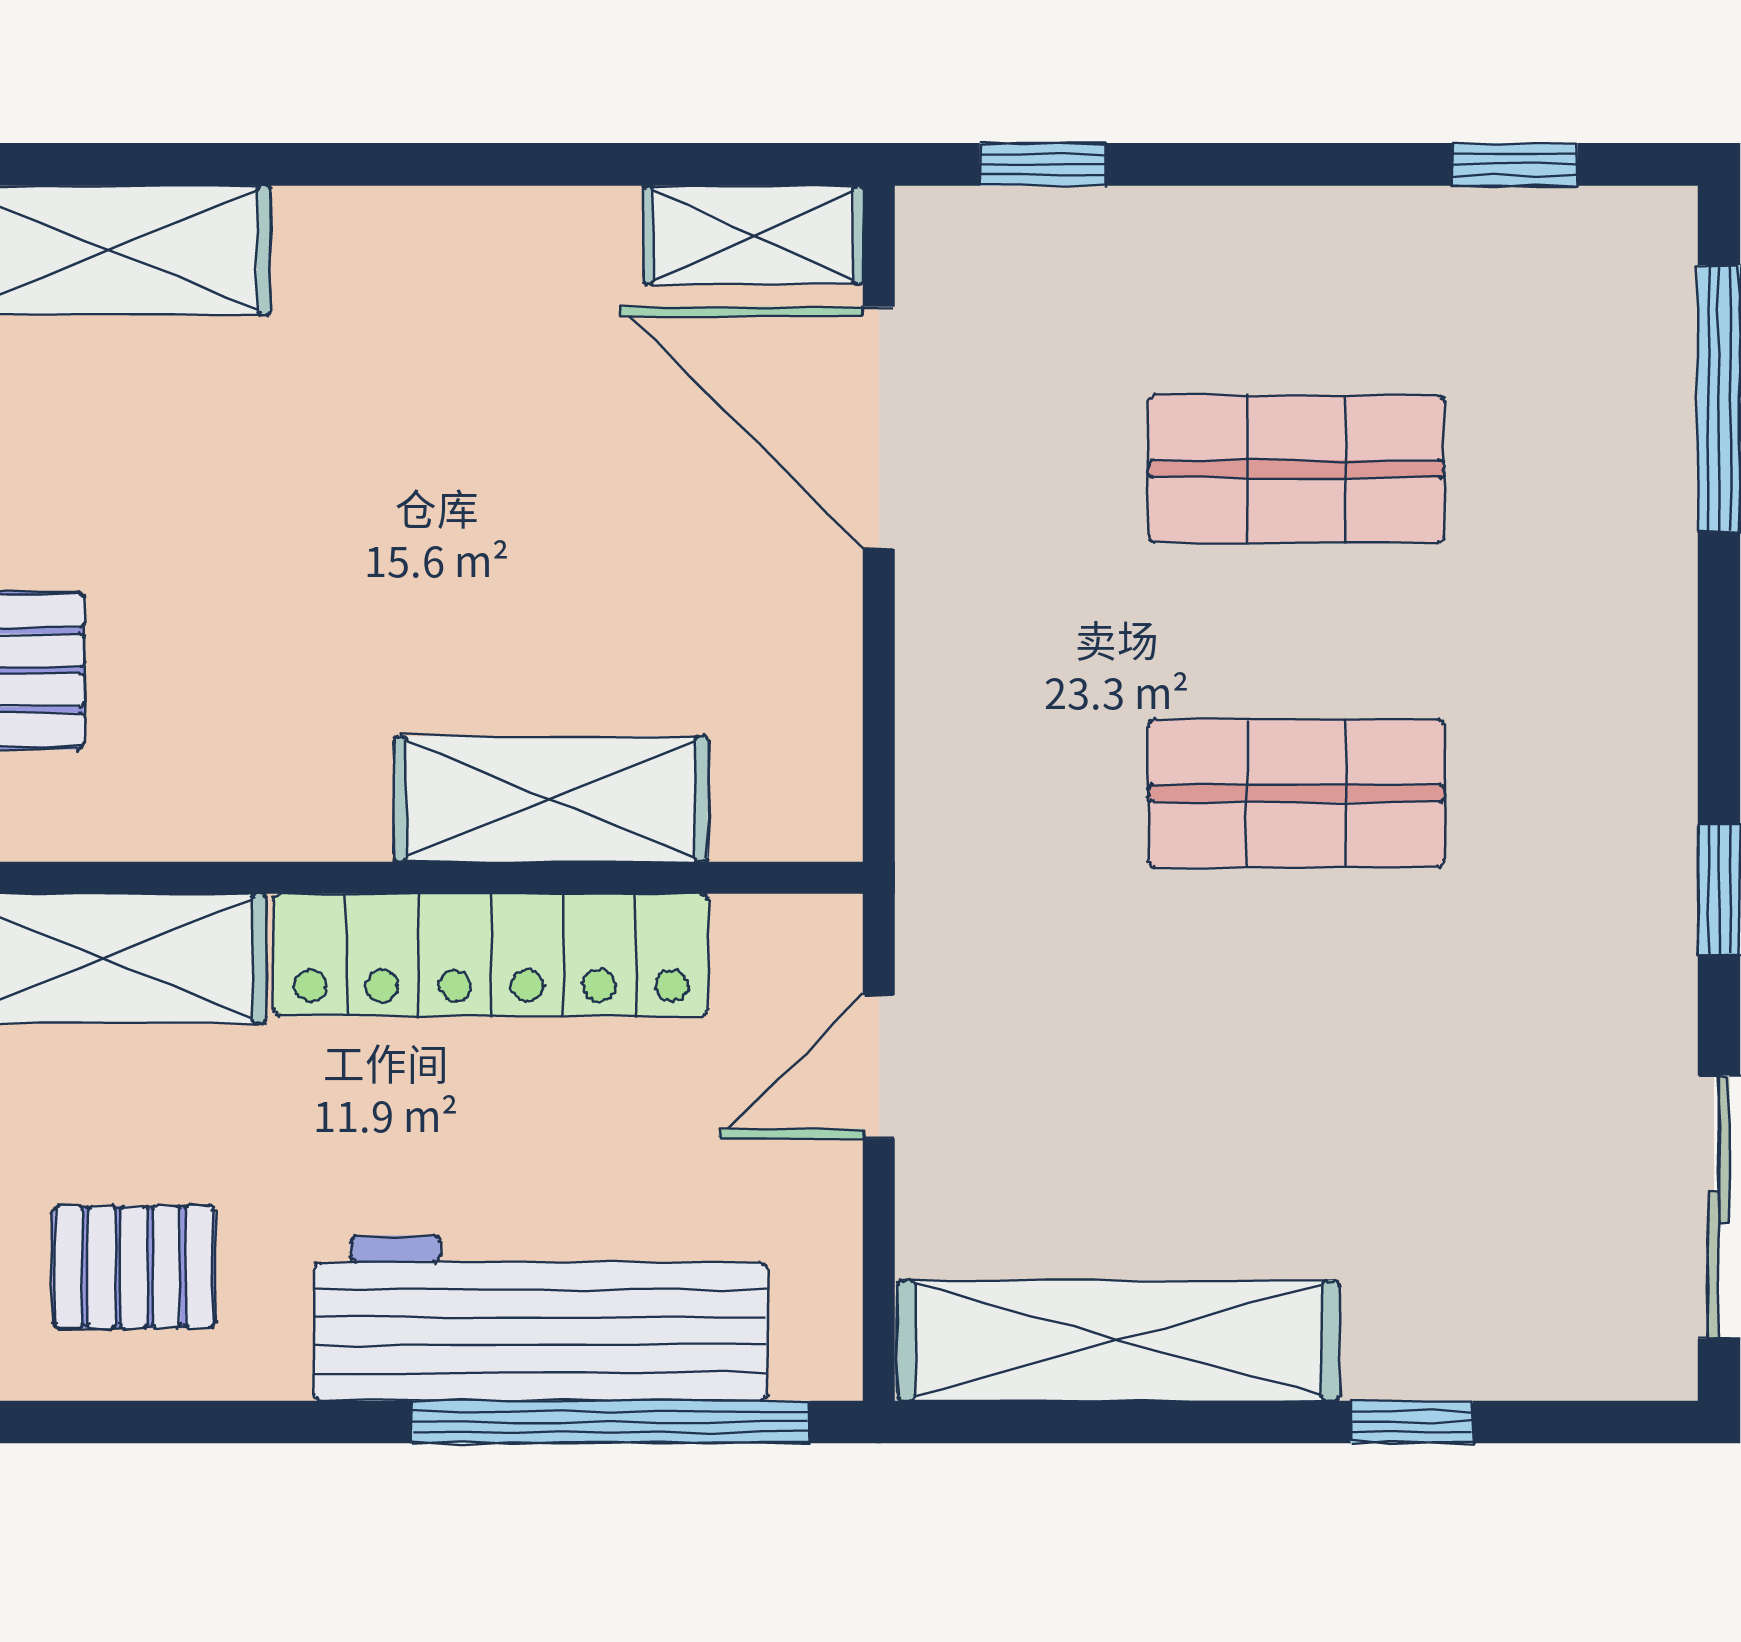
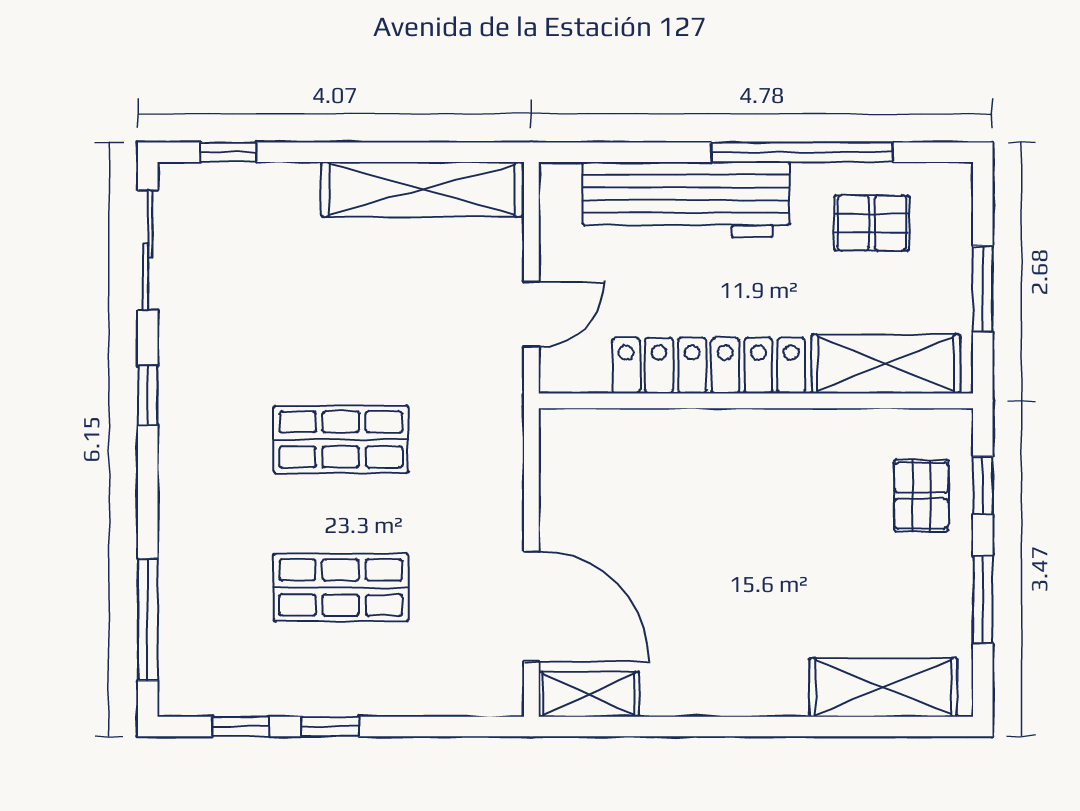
window: (1043, 164) -> (330, 727), moved
shelving: (551, 799) -> (681, 437), removed
window: (611, 1422) -> (802, 152), moved
window: (1412, 1422) -> (228, 152), moved

